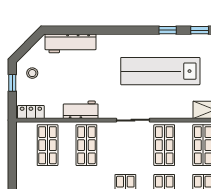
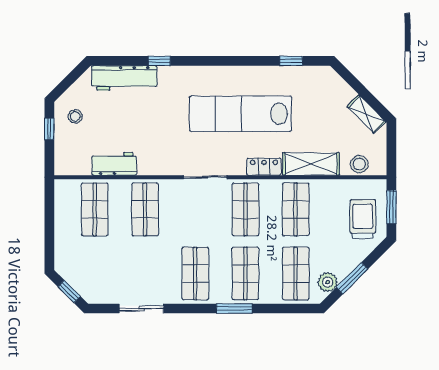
window: (168, 30) -> (159, 61), moved
workbench: (81, 110) -> (114, 164), moved
locker: (31, 112) -> (264, 167), moved

